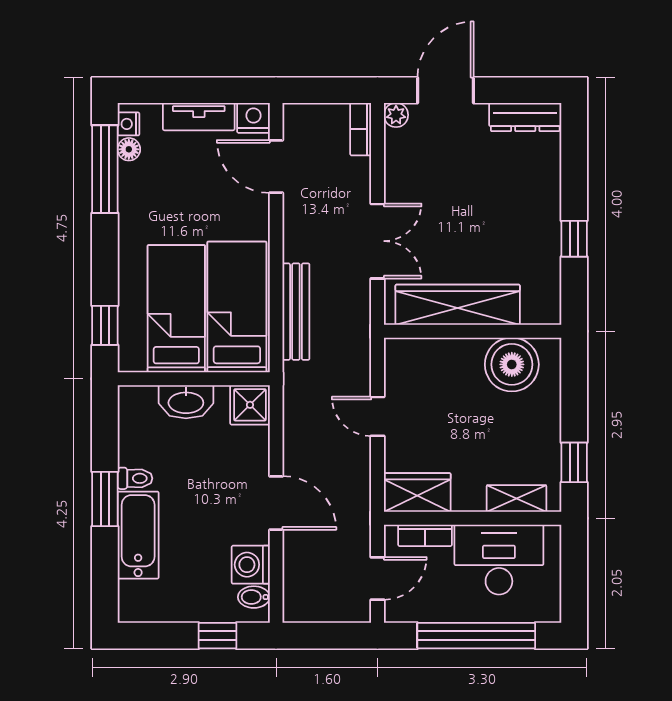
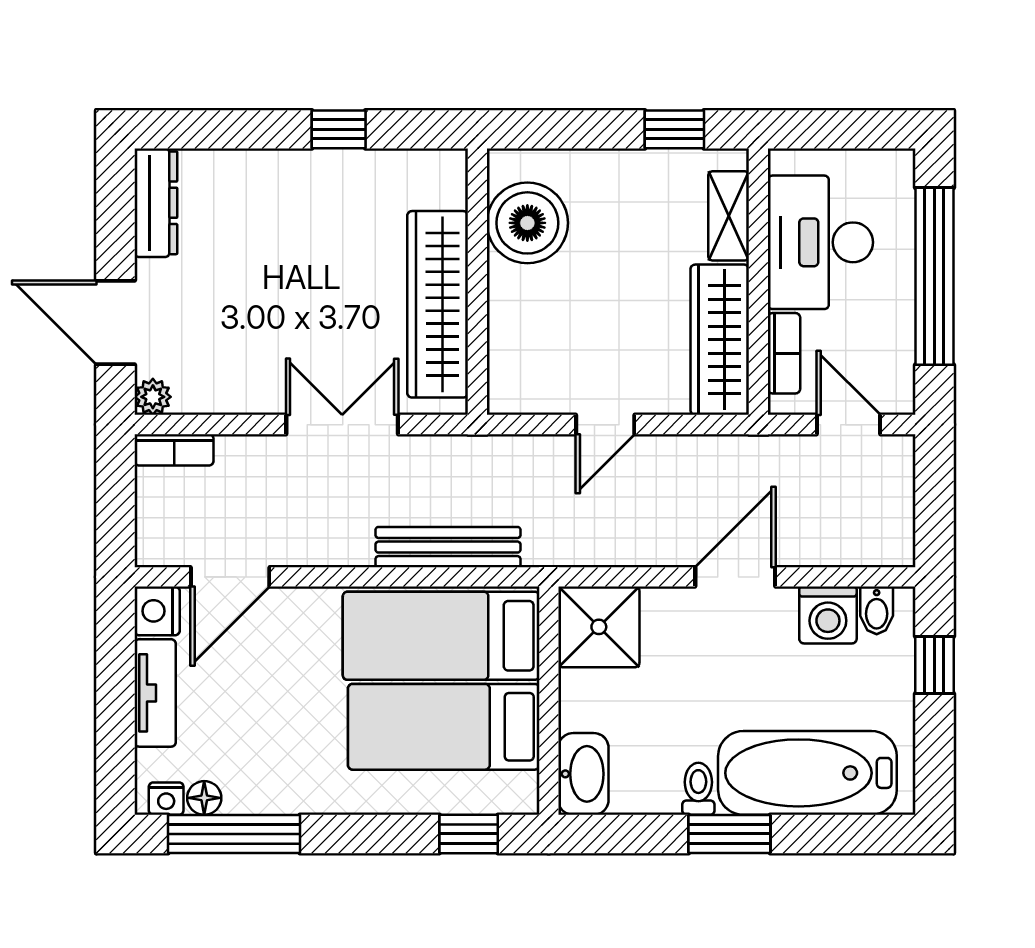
washbasin: (186, 402) -> (583, 774), moved
shower: (250, 405) -> (599, 627), width x1.36, depth x1.36
wardrobe: (417, 493) -> (720, 340), width x1.50
bathtub: (138, 535) -> (807, 773), width x1.36, depth x1.36

